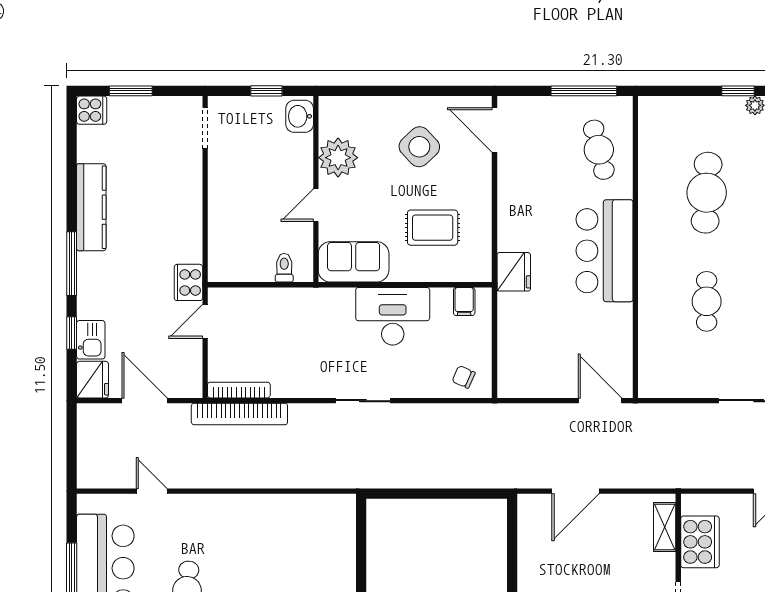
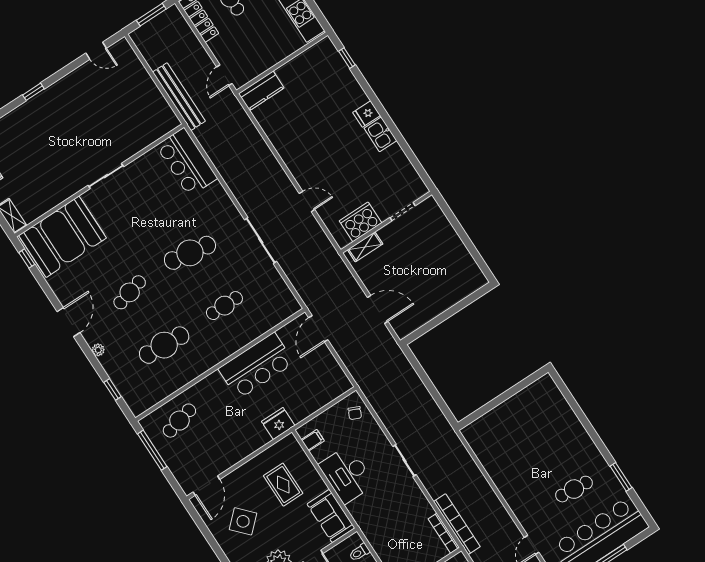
window: (738, 91) -> (112, 389), moved
bar counter: (605, 251) -> (256, 366), moved

